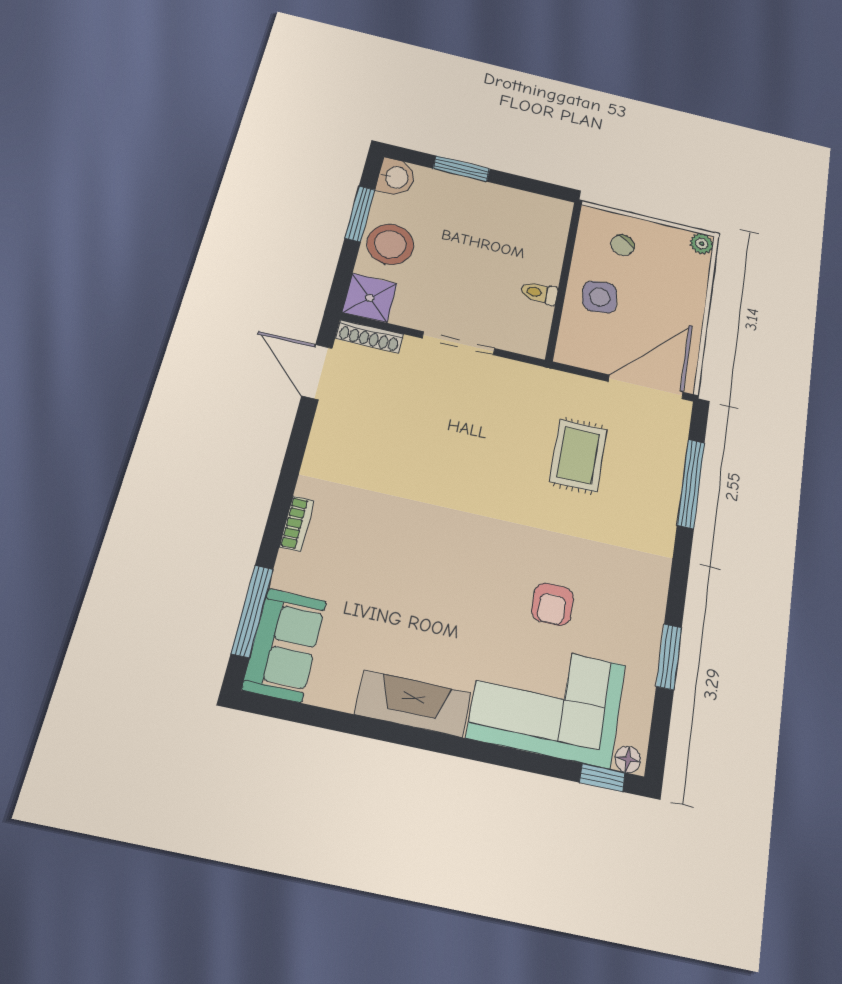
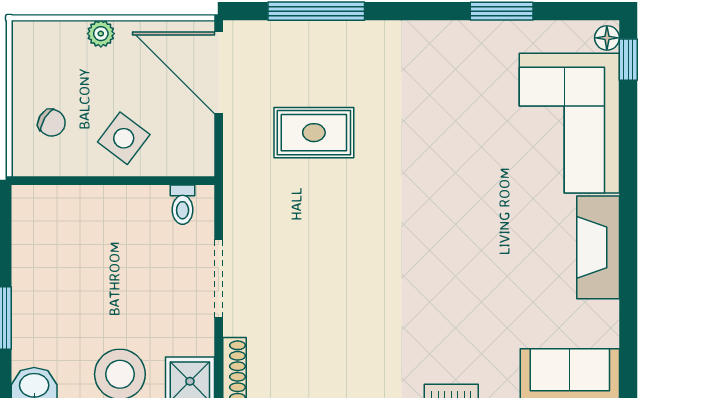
plant: (702, 244) -> (101, 34), moved
toilet: (539, 293) -> (183, 205), moved
side table: (600, 297) -> (124, 138), turned 45
armchair: (552, 604) -> (475, 133), removed

